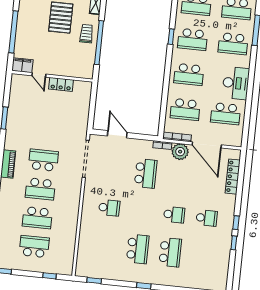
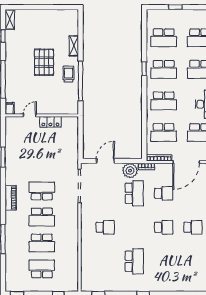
filing cabinet: (22, 65) -> (10, 108), width x0.50
door: (39, 75) -> (30, 115), swing flipped
door: (117, 134) -> (105, 161), hinge flipped
door: (207, 145) -> (186, 162), hinge flipped
plant: (180, 152) -> (130, 171), moved
school desk: (170, 252) -> (164, 193), moved, width x0.54

